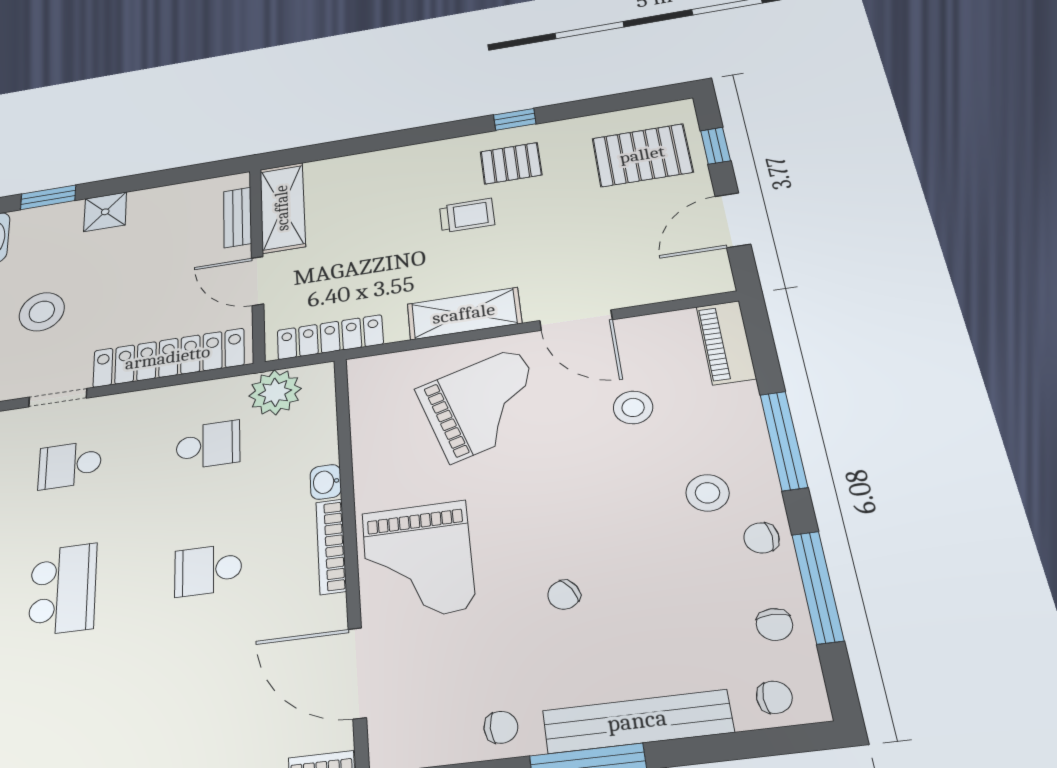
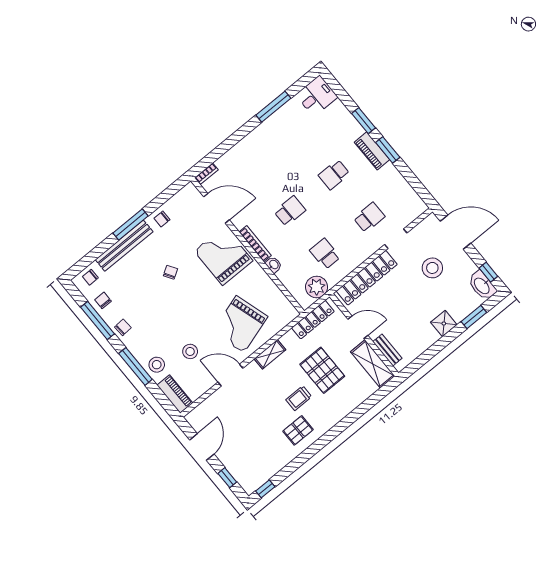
window: (515, 119) -> (265, 489), moved
pallet: (642, 155) -> (322, 370), moved, turned 90
shelving: (464, 314) -> (270, 354), width x0.67, depth x0.75
school desk: (208, 445) -> (325, 254), turned 90
stool: (707, 493) -> (157, 365), moved
school desk: (63, 589) -> (334, 175), width x0.54

